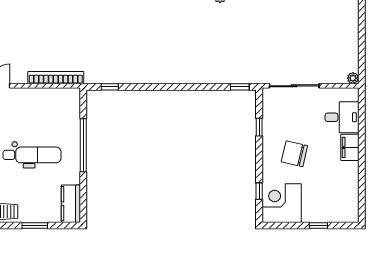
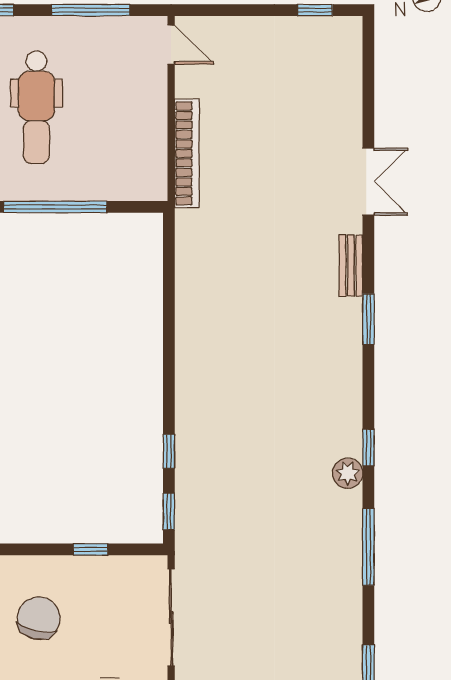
window: (110, 87) -> (169, 451), moved

